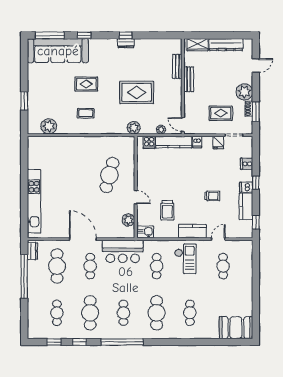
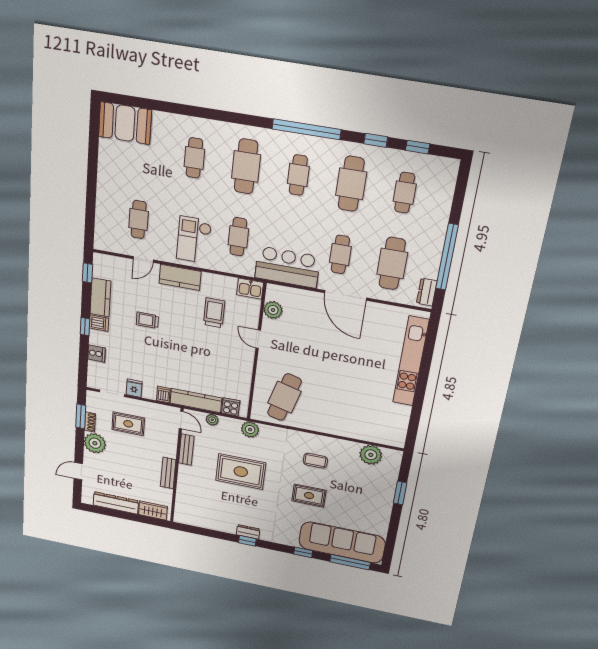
bench: (177, 66) -> (186, 450), moved
cafe table: (110, 175) -> (284, 397), moved

